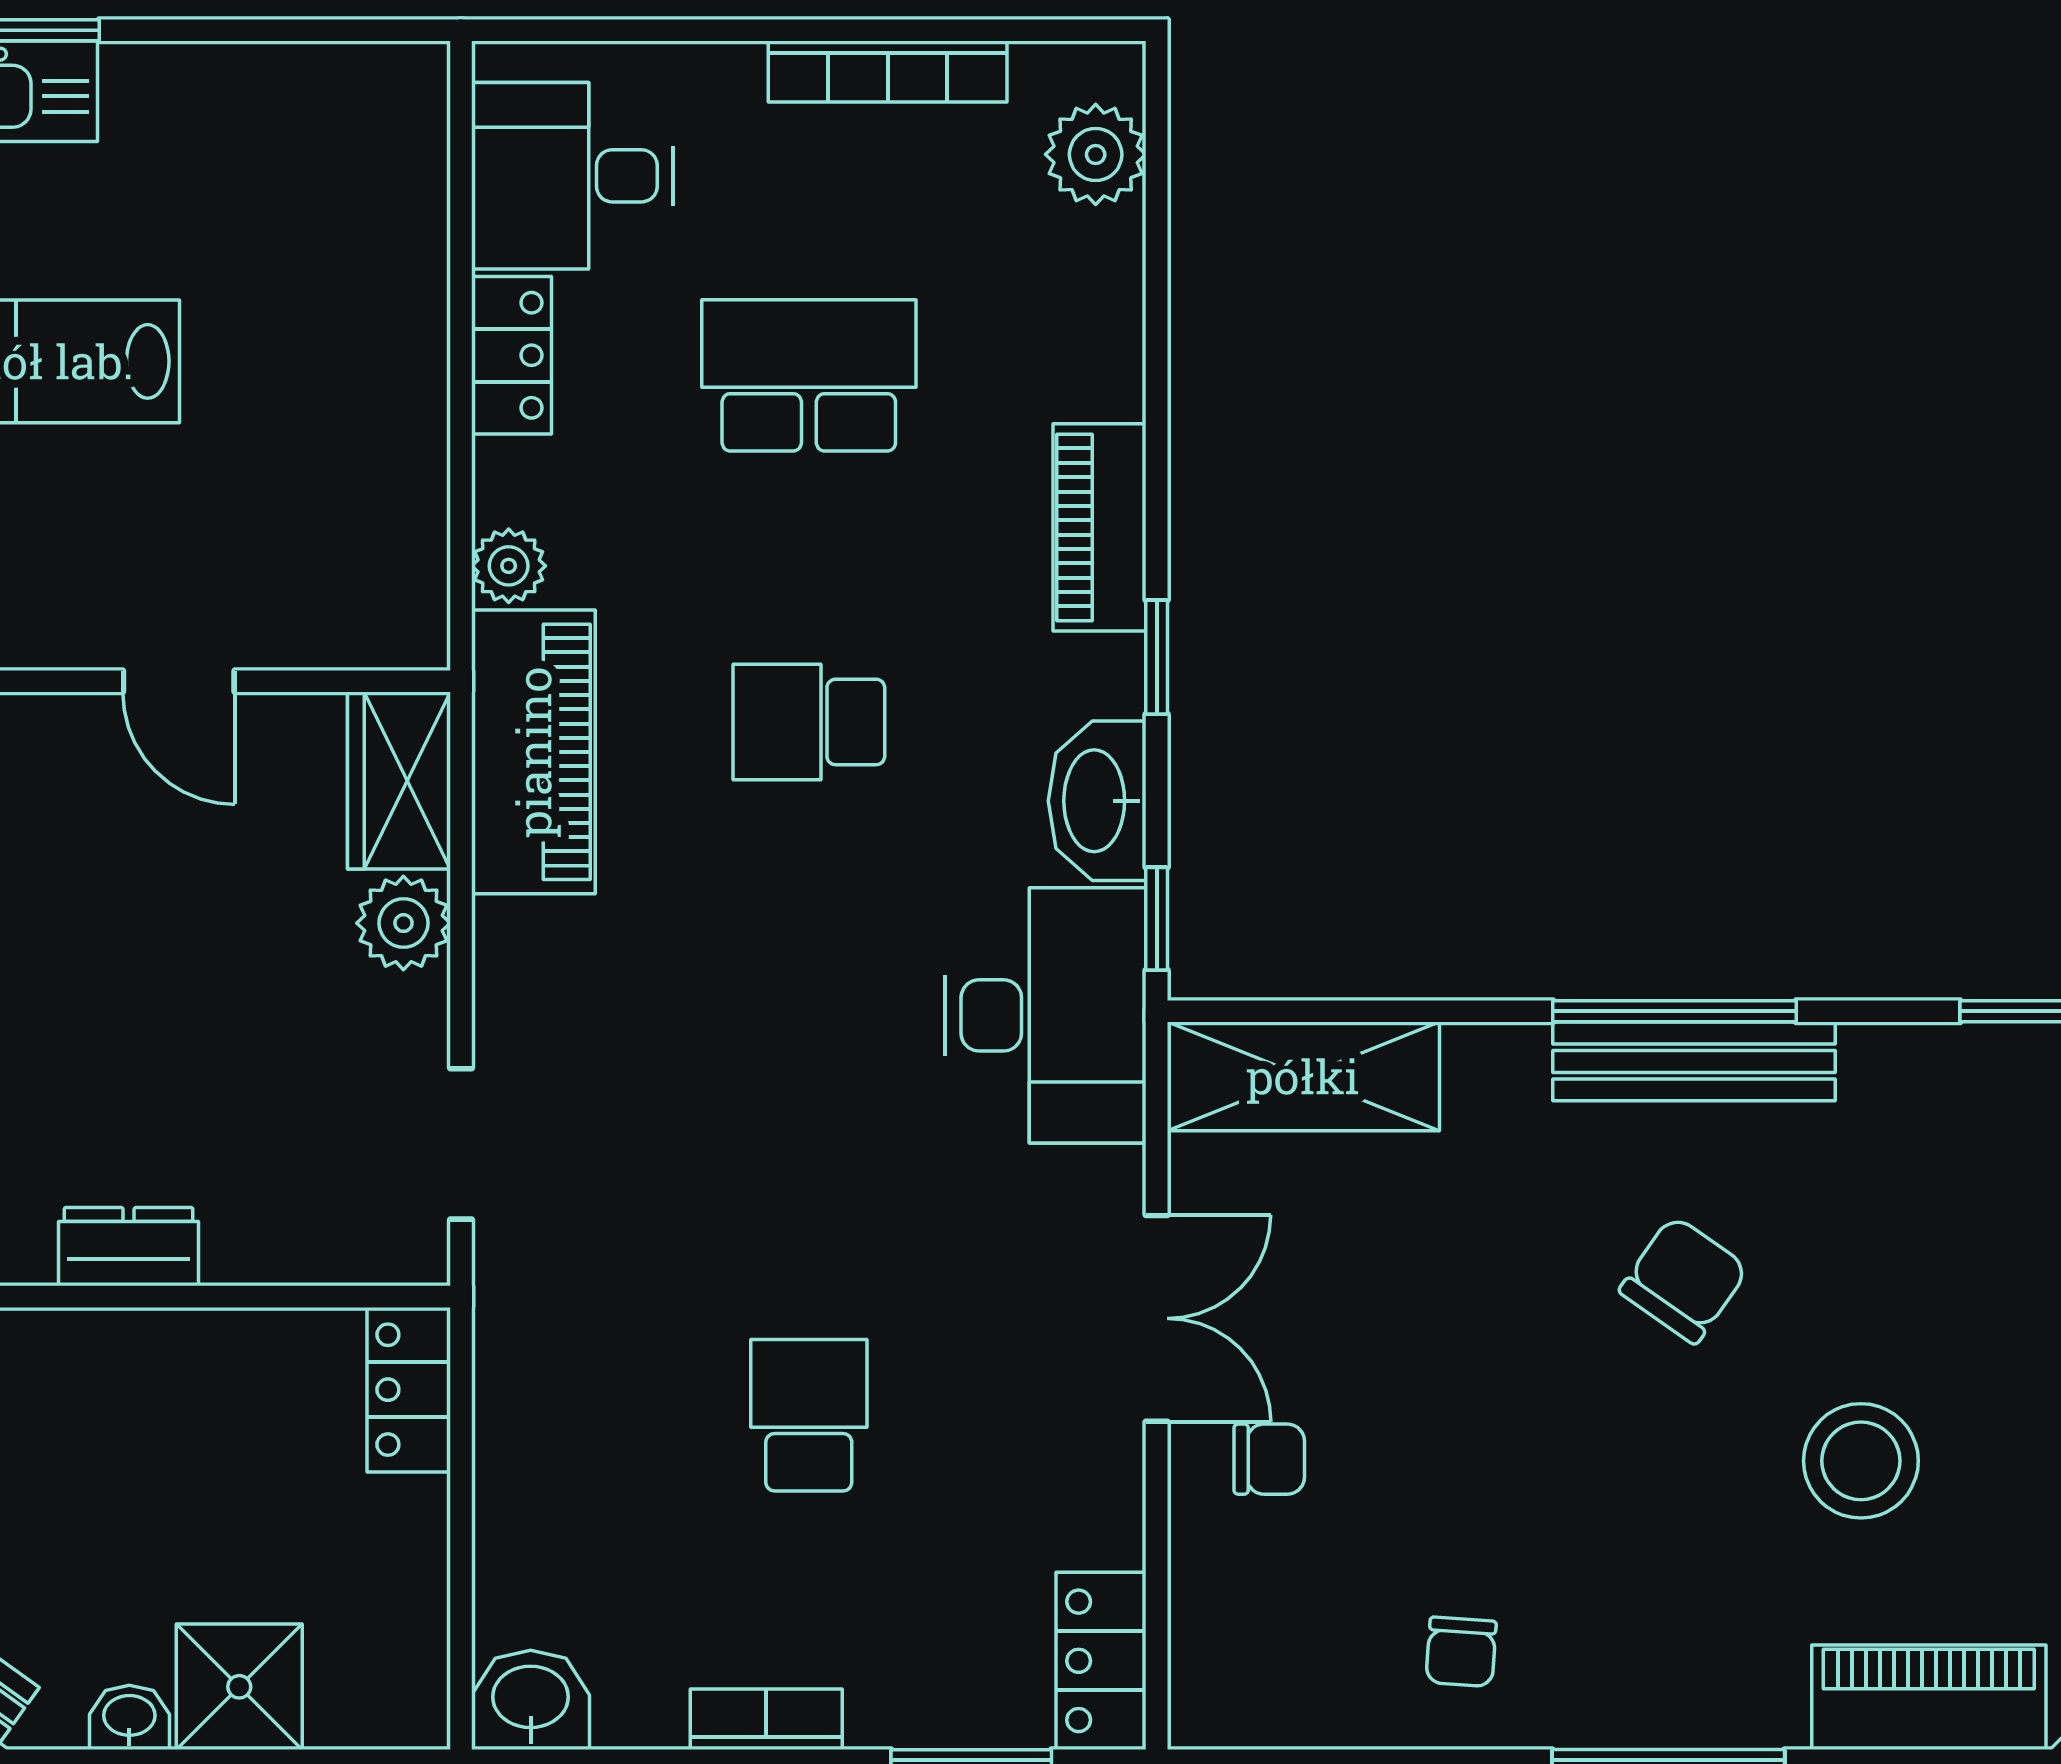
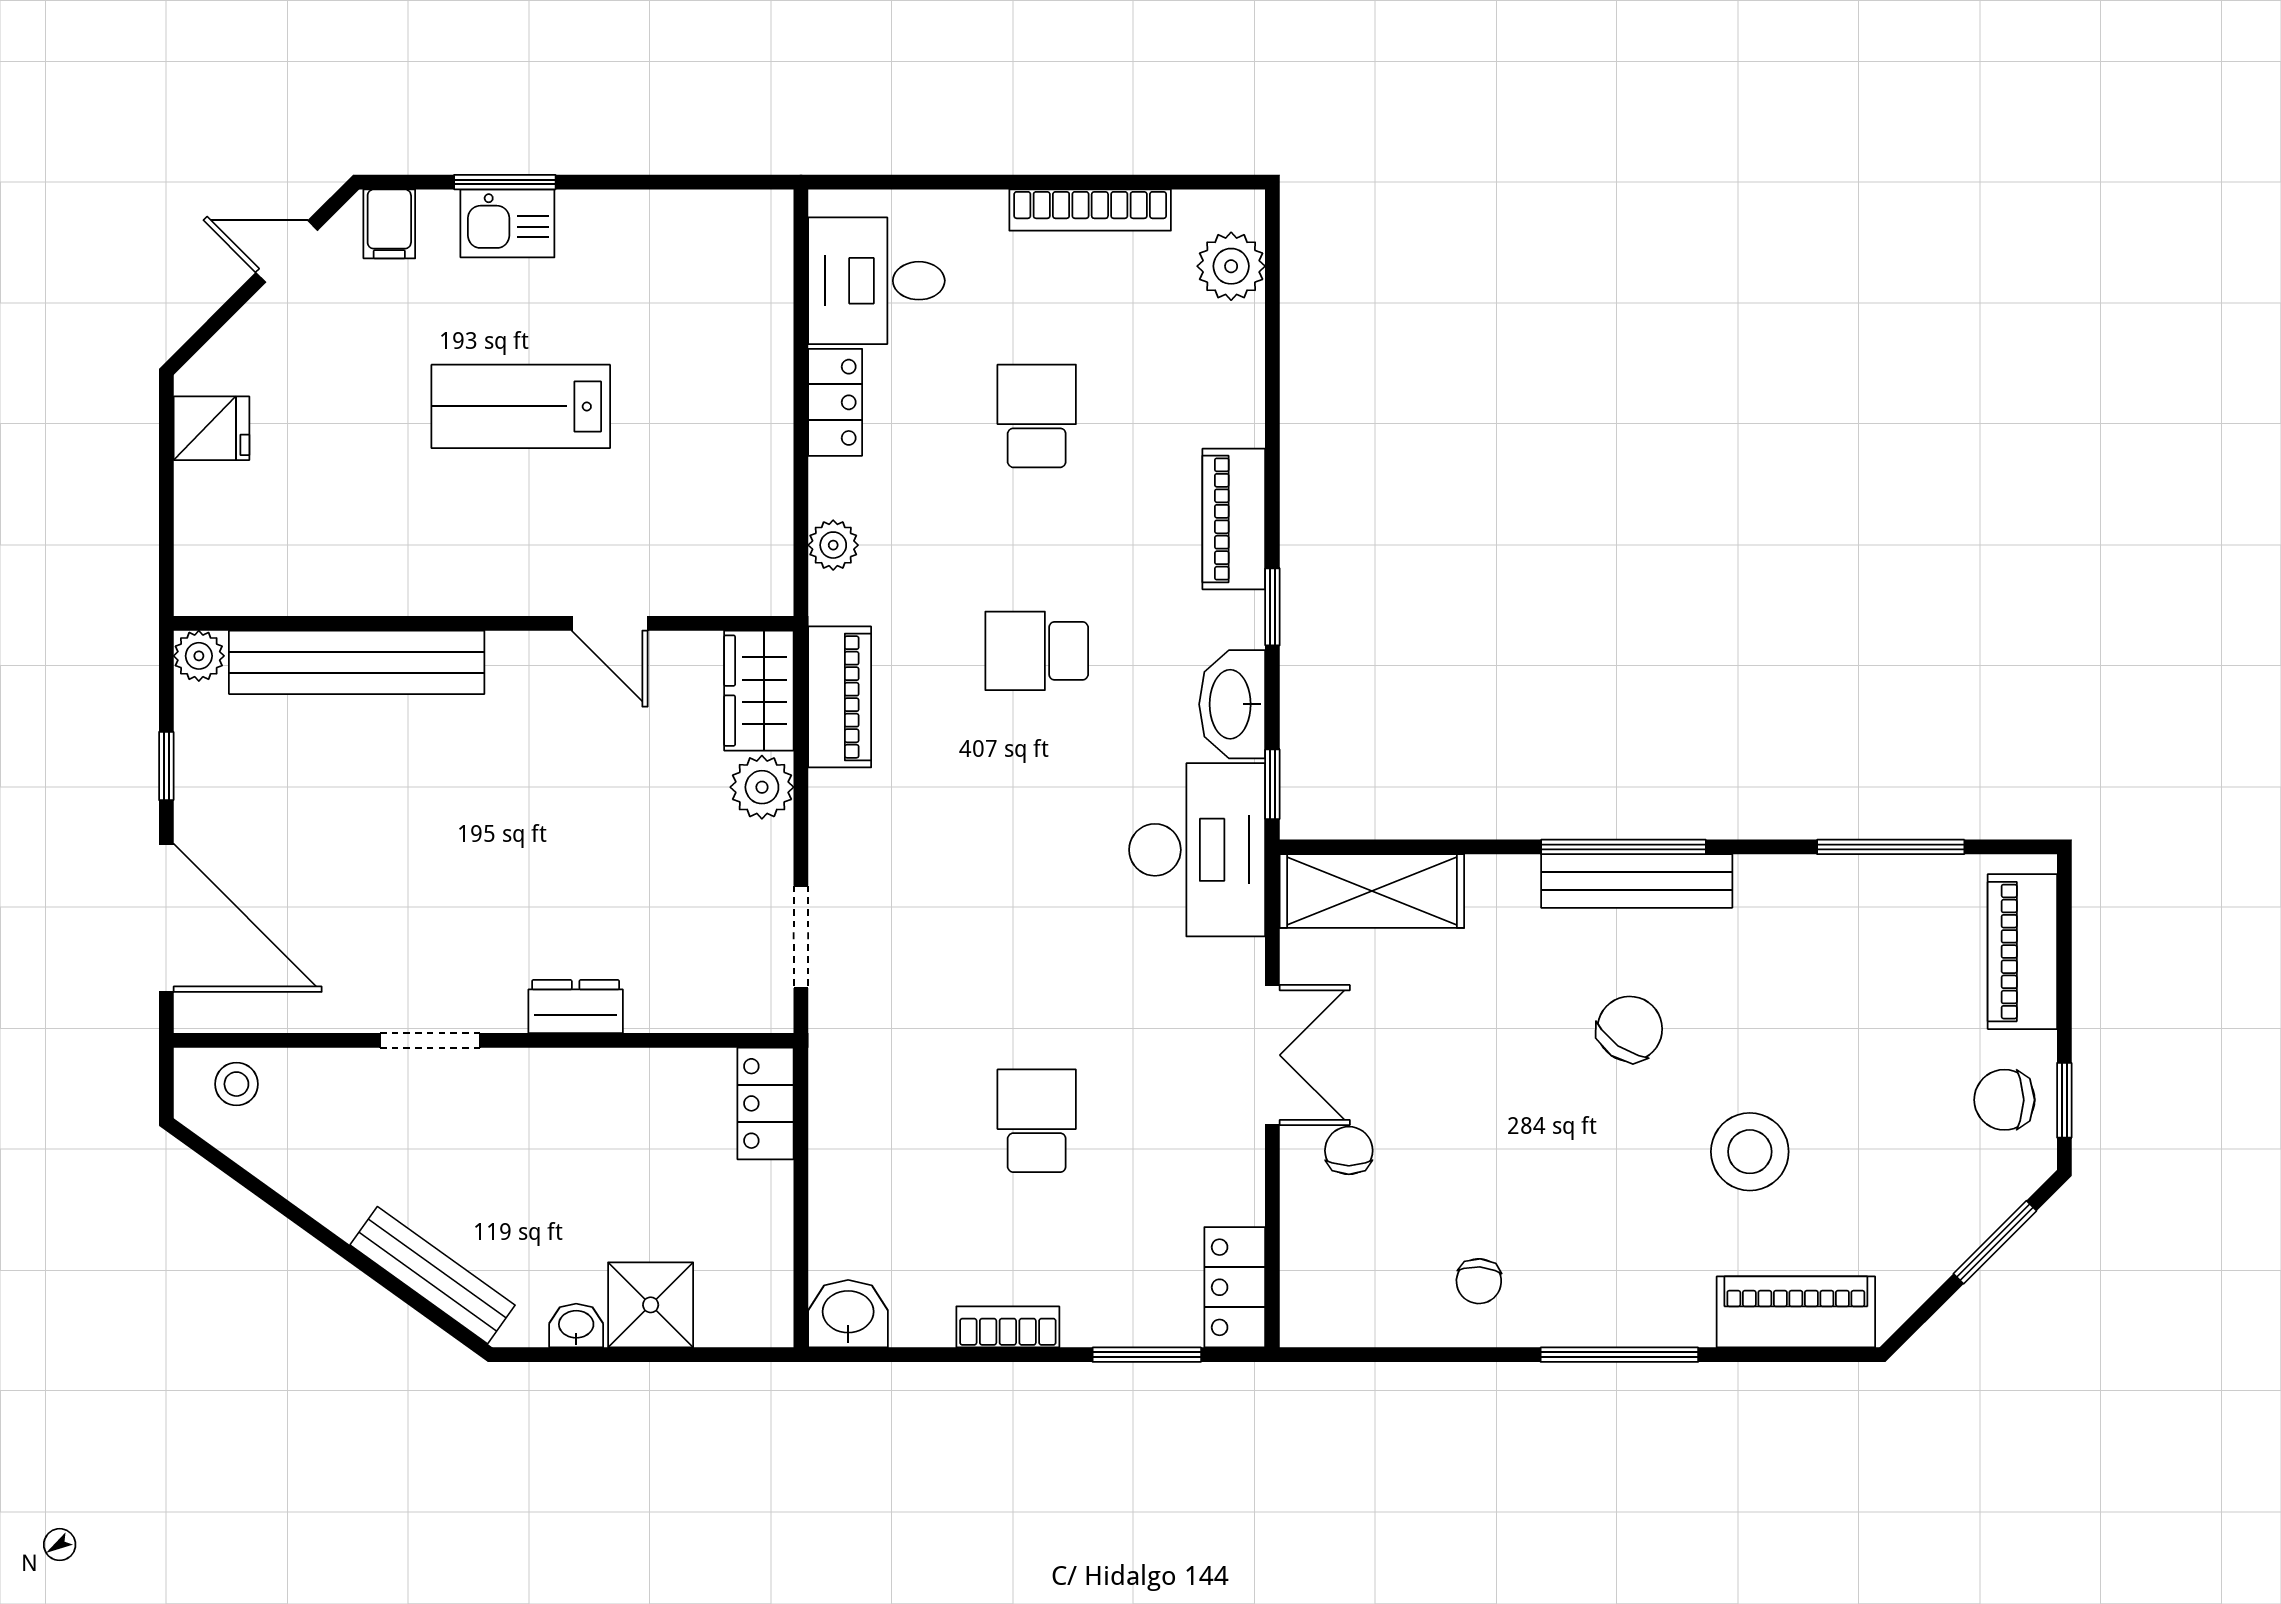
school desk: (809, 375) -> (1037, 416), width x0.54
piano: (533, 752) -> (840, 697), width x0.73, depth x0.75
chair: (1269, 1459) -> (1349, 1151), turned -90

